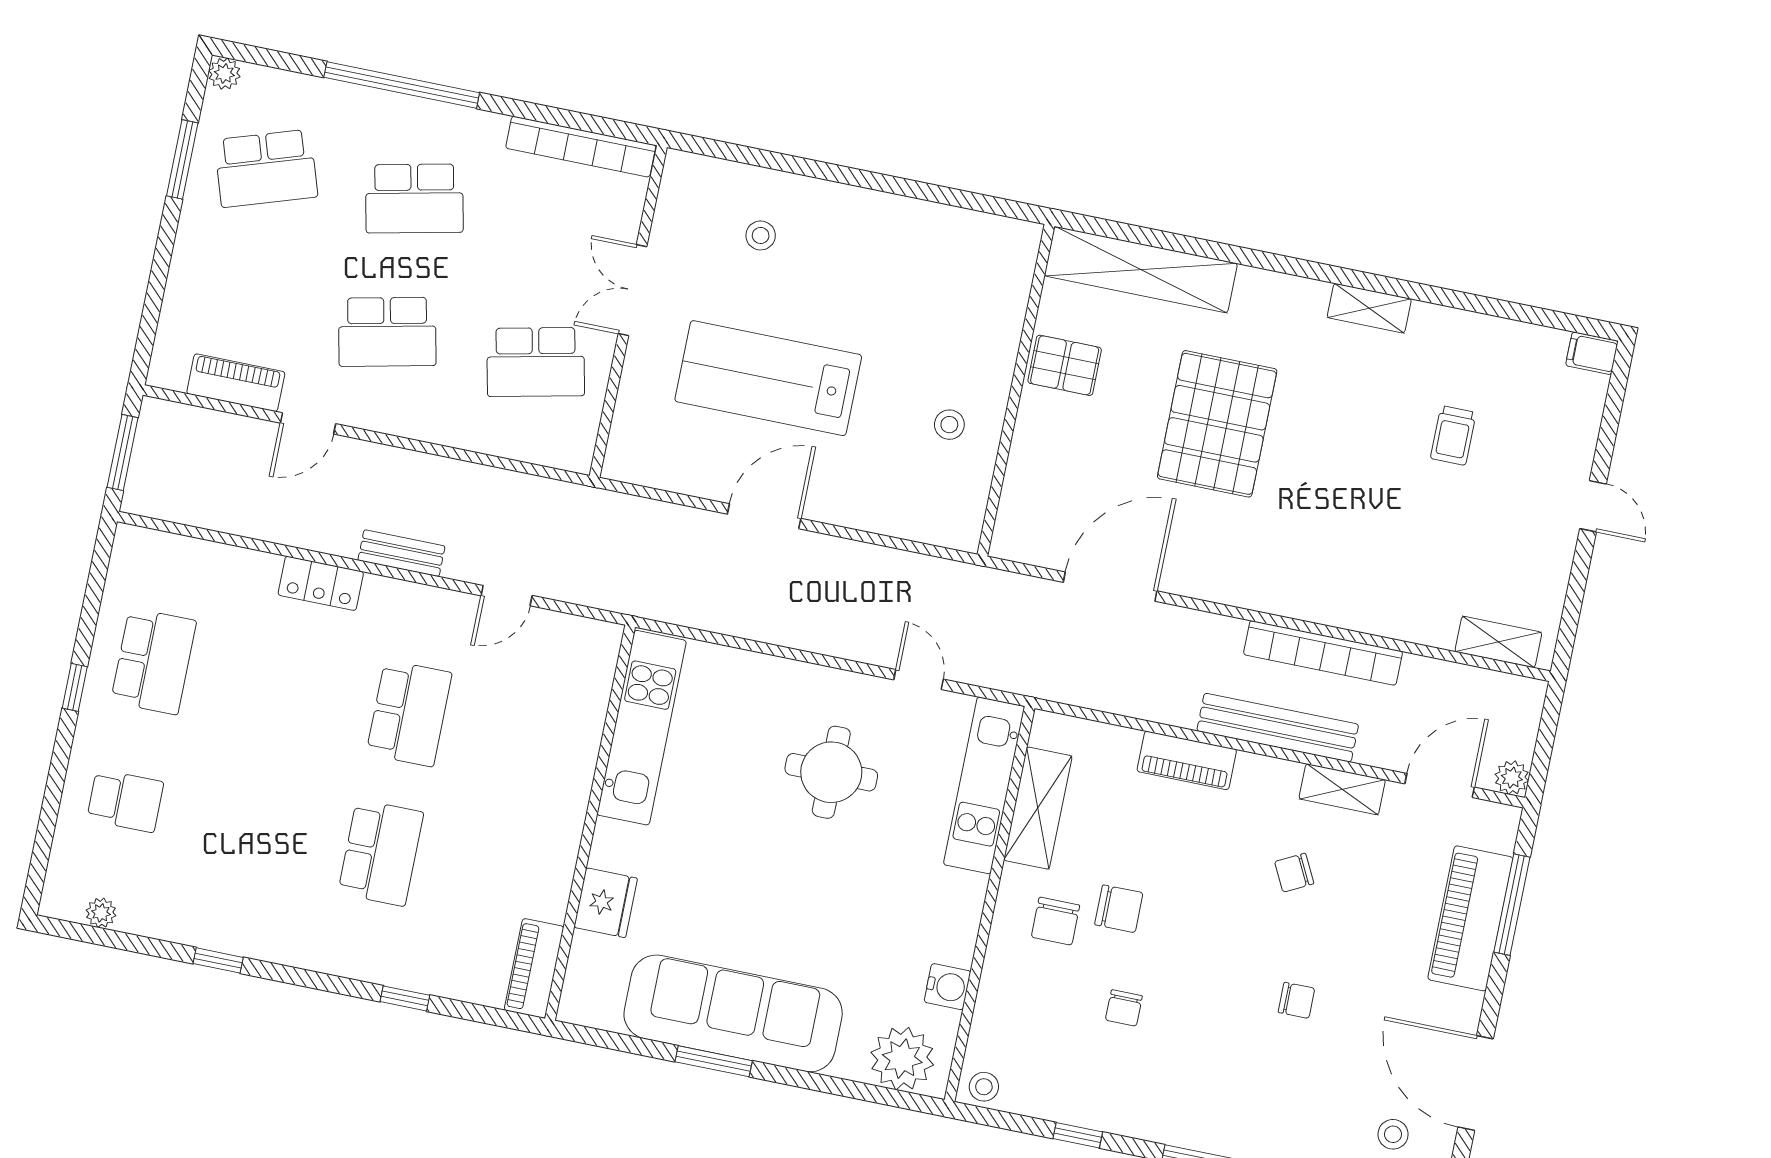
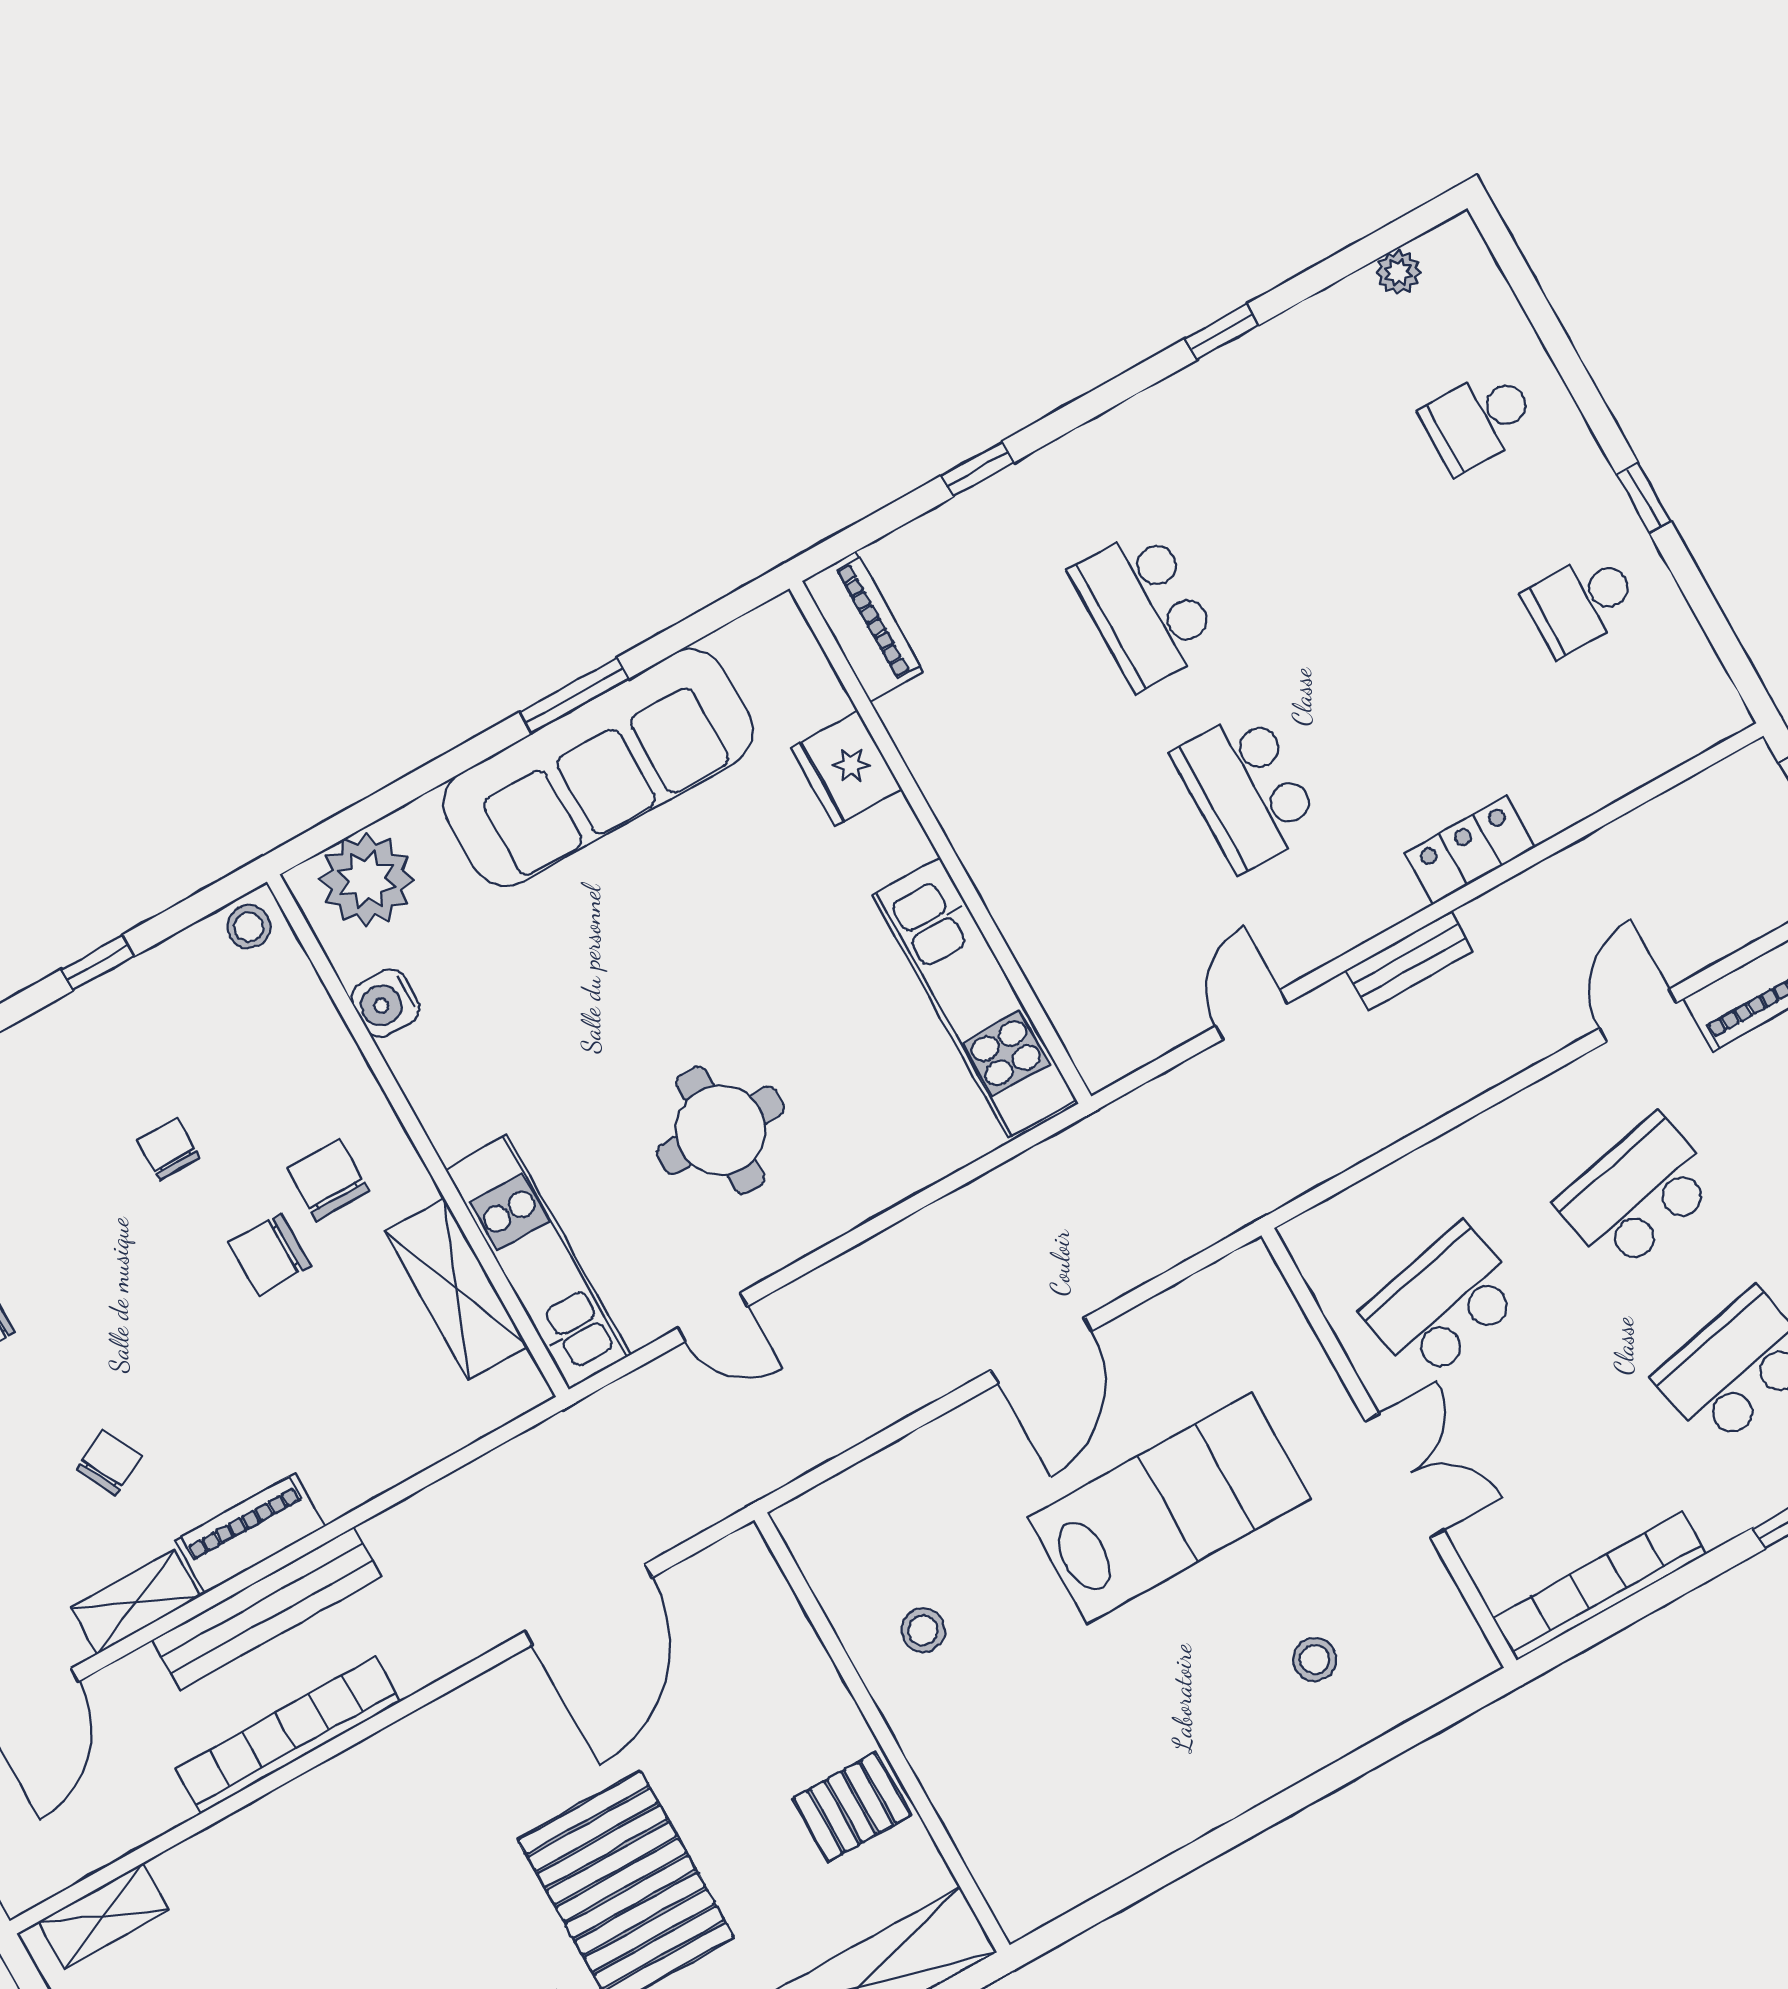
school desk: (154, 661) -> (1581, 603), width x0.54
piano: (1187, 760) -> (250, 1533), moved

